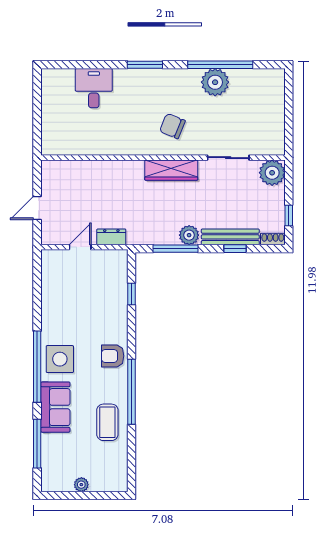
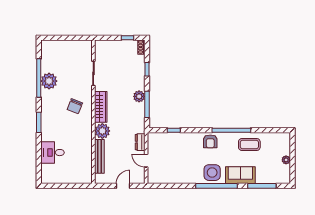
plant: (272, 173) -> (102, 131), moved
door: (37, 208) -> (123, 186), swing flipped
bench: (230, 237) -> (99, 156), moved

